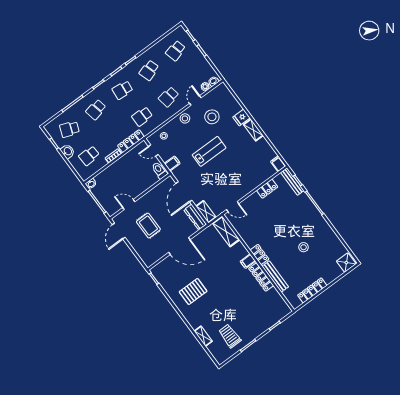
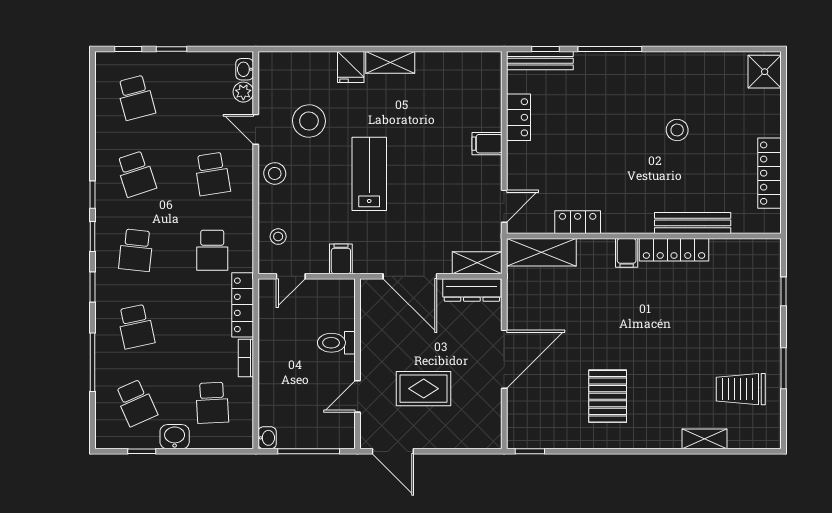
school desk: (69, 129) -> (136, 403), turned -45
filing cabinet: (278, 164) -> (487, 144), moved
toilet: (159, 170) -> (336, 343), moved
locker: (259, 255) -> (578, 222), moved

